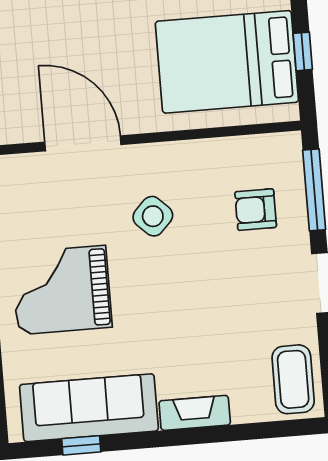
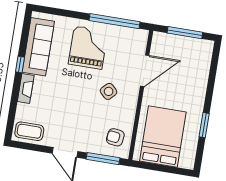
window: (303, 51) -> (160, 168), removed
armchair: (256, 210) -> (115, 137), moved, turned -83
window: (81, 445) -> (20, 65), moved

